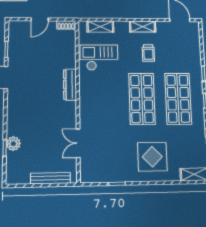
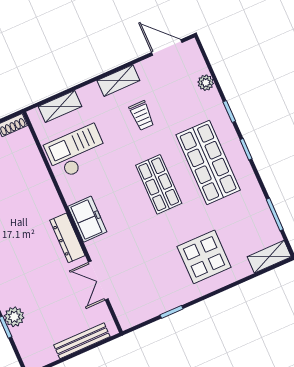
plant: (195, 50) -> (206, 83), added
dresser: (70, 85) -> (67, 238), moved
shop shelf: (142, 99) -> (159, 184), width x0.70, depth x0.74
freezer: (88, 101) -> (87, 219), added

